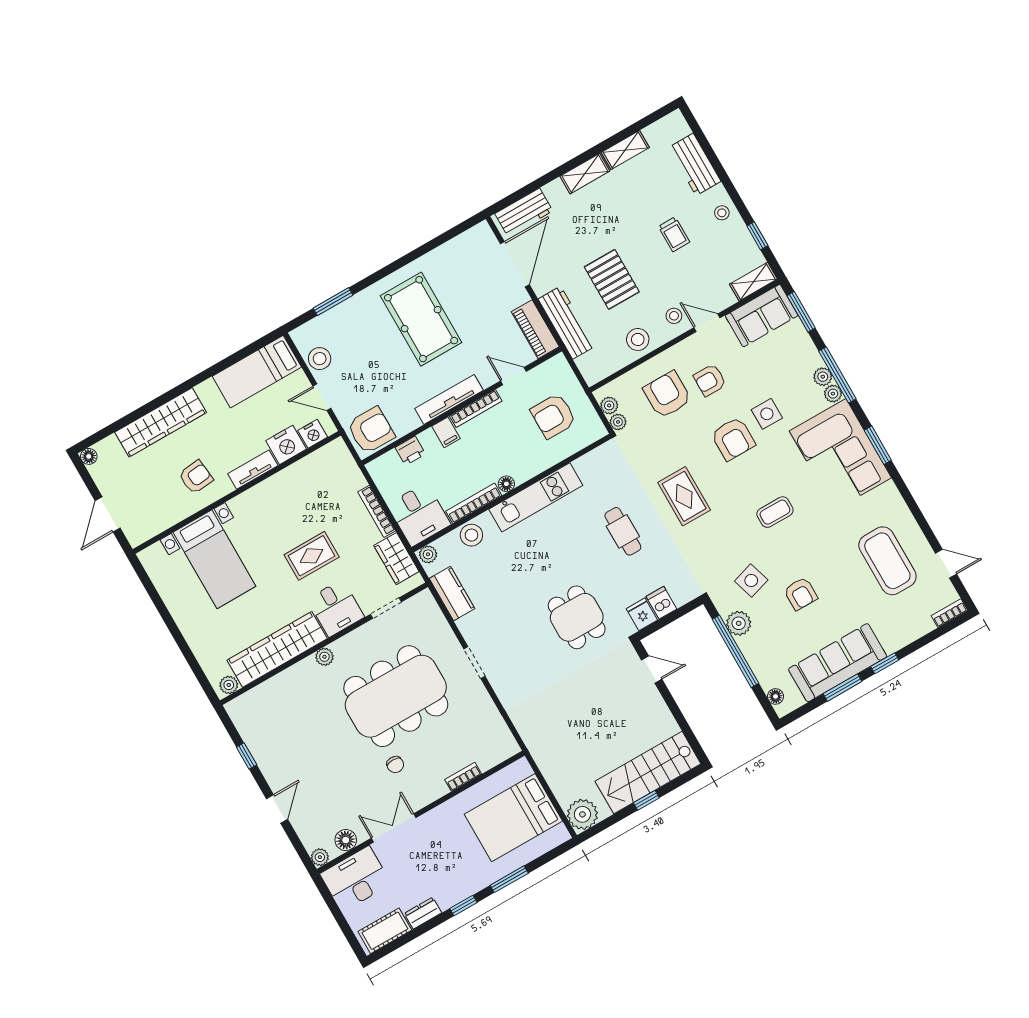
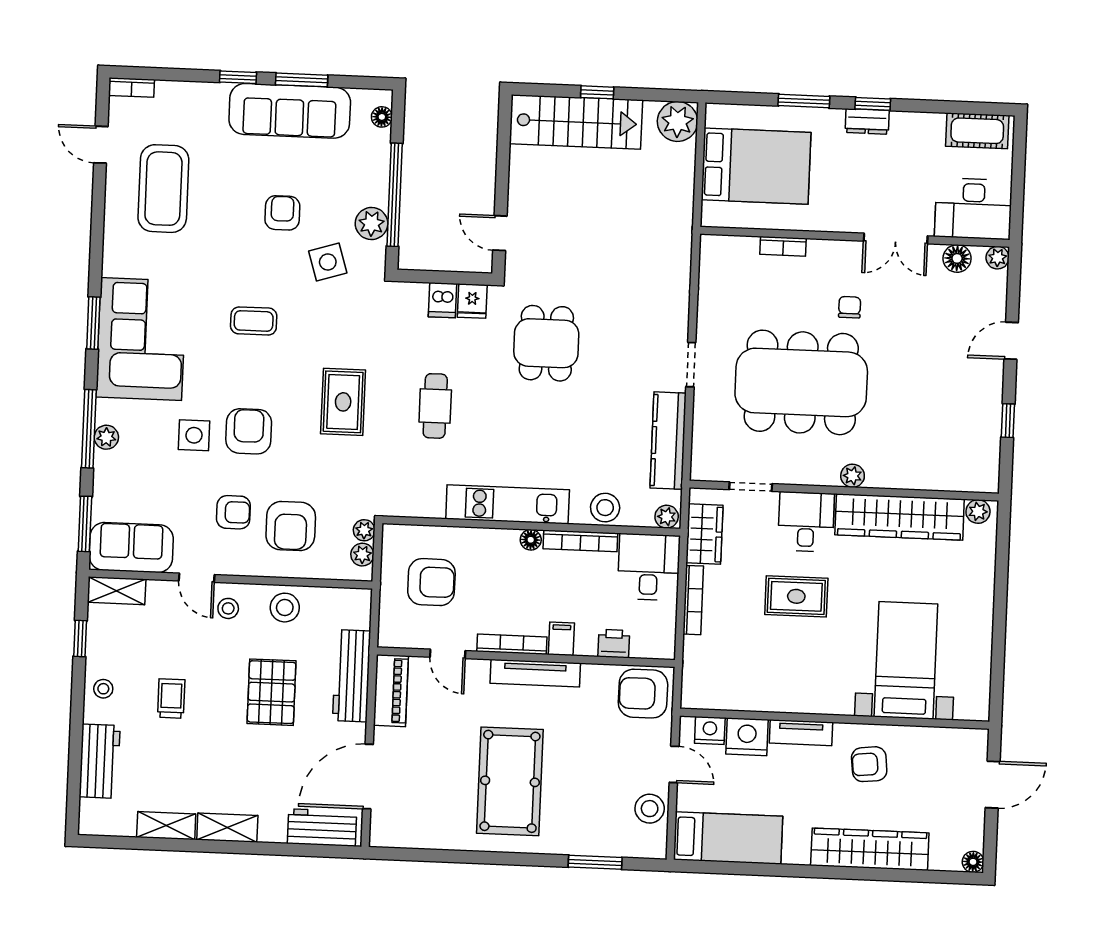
plant: (833, 394) -> (107, 411), removed
kitchen counter: (452, 593) -> (668, 441), width x1.50
dresser: (423, 913) -> (867, 121), moved

